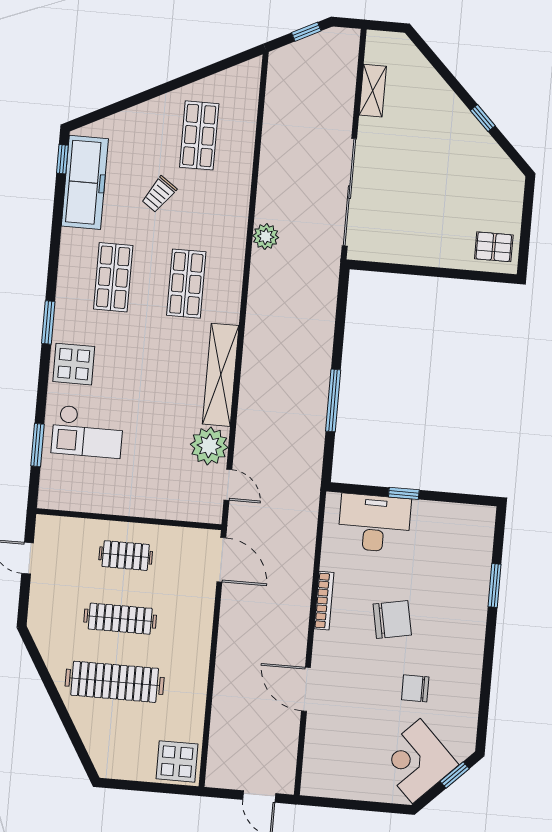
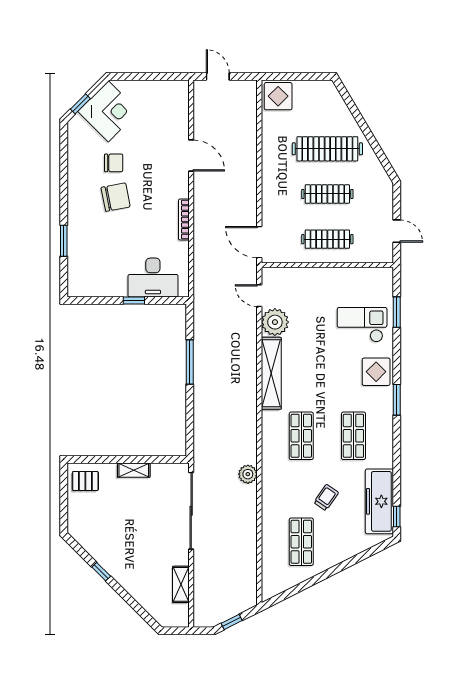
shelving: (425, 256) -> (134, 470), added
clothes rail: (126, 556) -> (327, 239), width x1.36
chair: (392, 620) -> (116, 197), moved, turned 180

